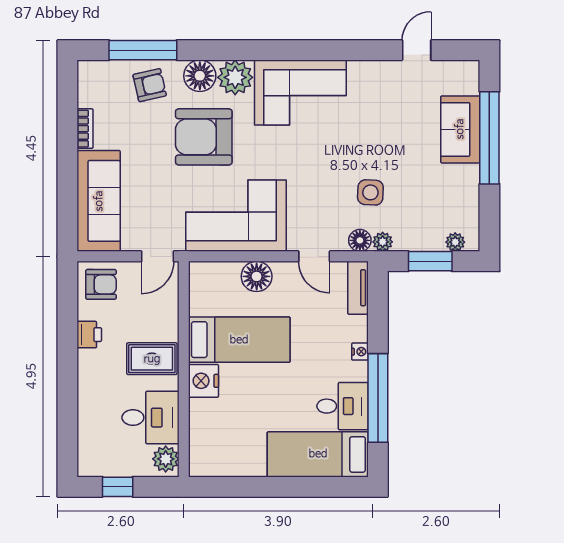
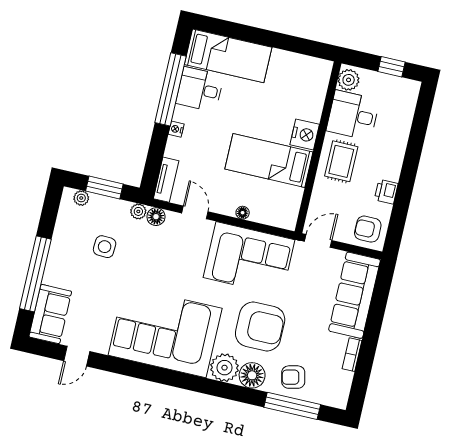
corner sofa: (300, 92) -> (165, 332), width x1.36, depth x1.36
sofa: (460, 129) -> (50, 314), moved
side table: (370, 192) -> (105, 247), moved
floor lamp: (257, 276) -> (243, 213), width x0.53, depth x0.53
rug: (152, 359) -> (341, 161), turned 90

